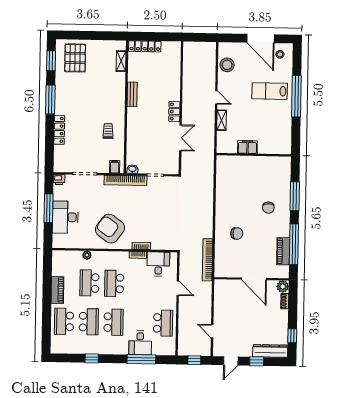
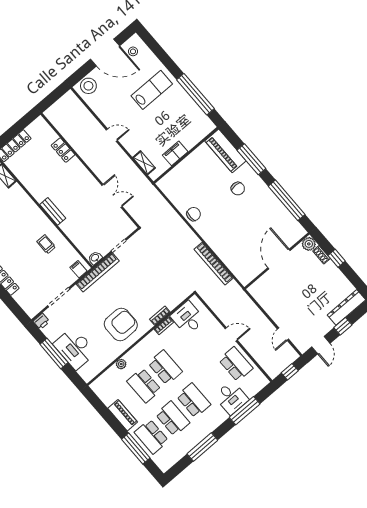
stool: (227, 65) -> (88, 86), moved
lab bench: (270, 91) -> (152, 90), turned 180
bench: (132, 94) -> (53, 211), moved
window: (296, 96) -> (195, 94), moved
locker: (174, 112) -> (63, 150), moved
shelving: (222, 120) -> (144, 163), moved
armchair: (110, 229) -> (121, 325), turned 144
chair: (237, 233) -> (194, 214), moved
piano: (283, 251) -> (225, 151), moved, width x1.37, depth x1.33
bookcase: (207, 260) -> (214, 264), moved
door: (254, 279) -> (279, 259), swing flipped
school desk: (114, 283) -> (165, 367), turned 180
door: (178, 288) -> (231, 334), moved
window: (47, 320) -> (136, 449), added
door: (212, 331) -> (283, 334), hinge flipped
window: (292, 336) -> (337, 258), moved
window: (92, 358) -> (202, 447), width x2.17

